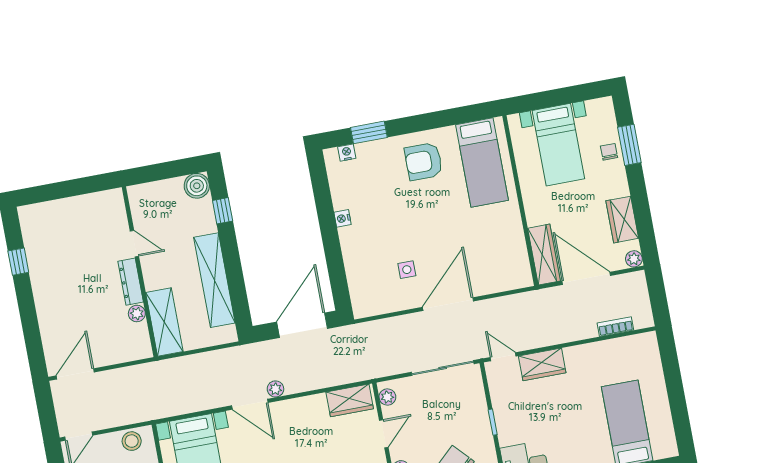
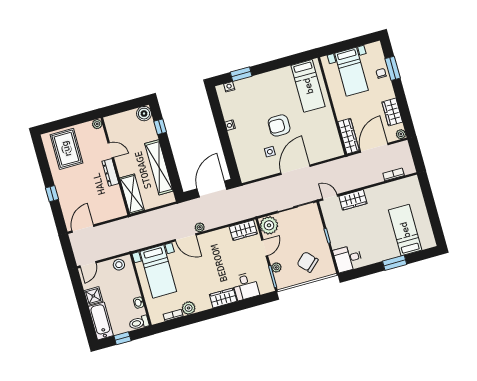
armchair: (424, 161) -> (279, 125), moved
rug: (59, 235) -> (66, 149), added
window: (18, 262) -> (52, 194), moved
door: (586, 278) -> (374, 148), hinge flipped
plant: (137, 313) -> (97, 124), moved
plant: (387, 397) -> (269, 225), width x1.88, depth x1.88

